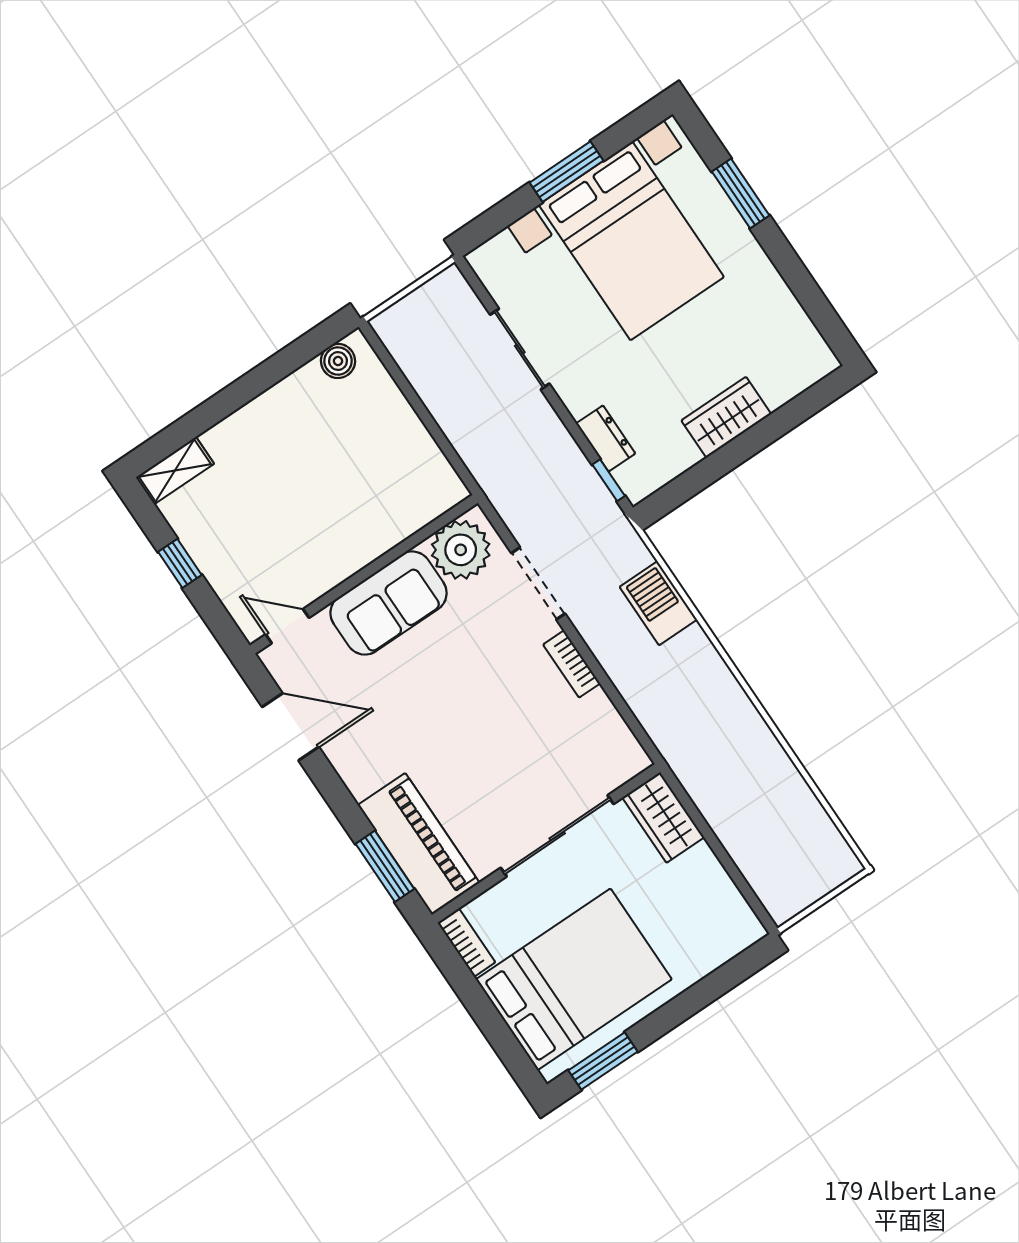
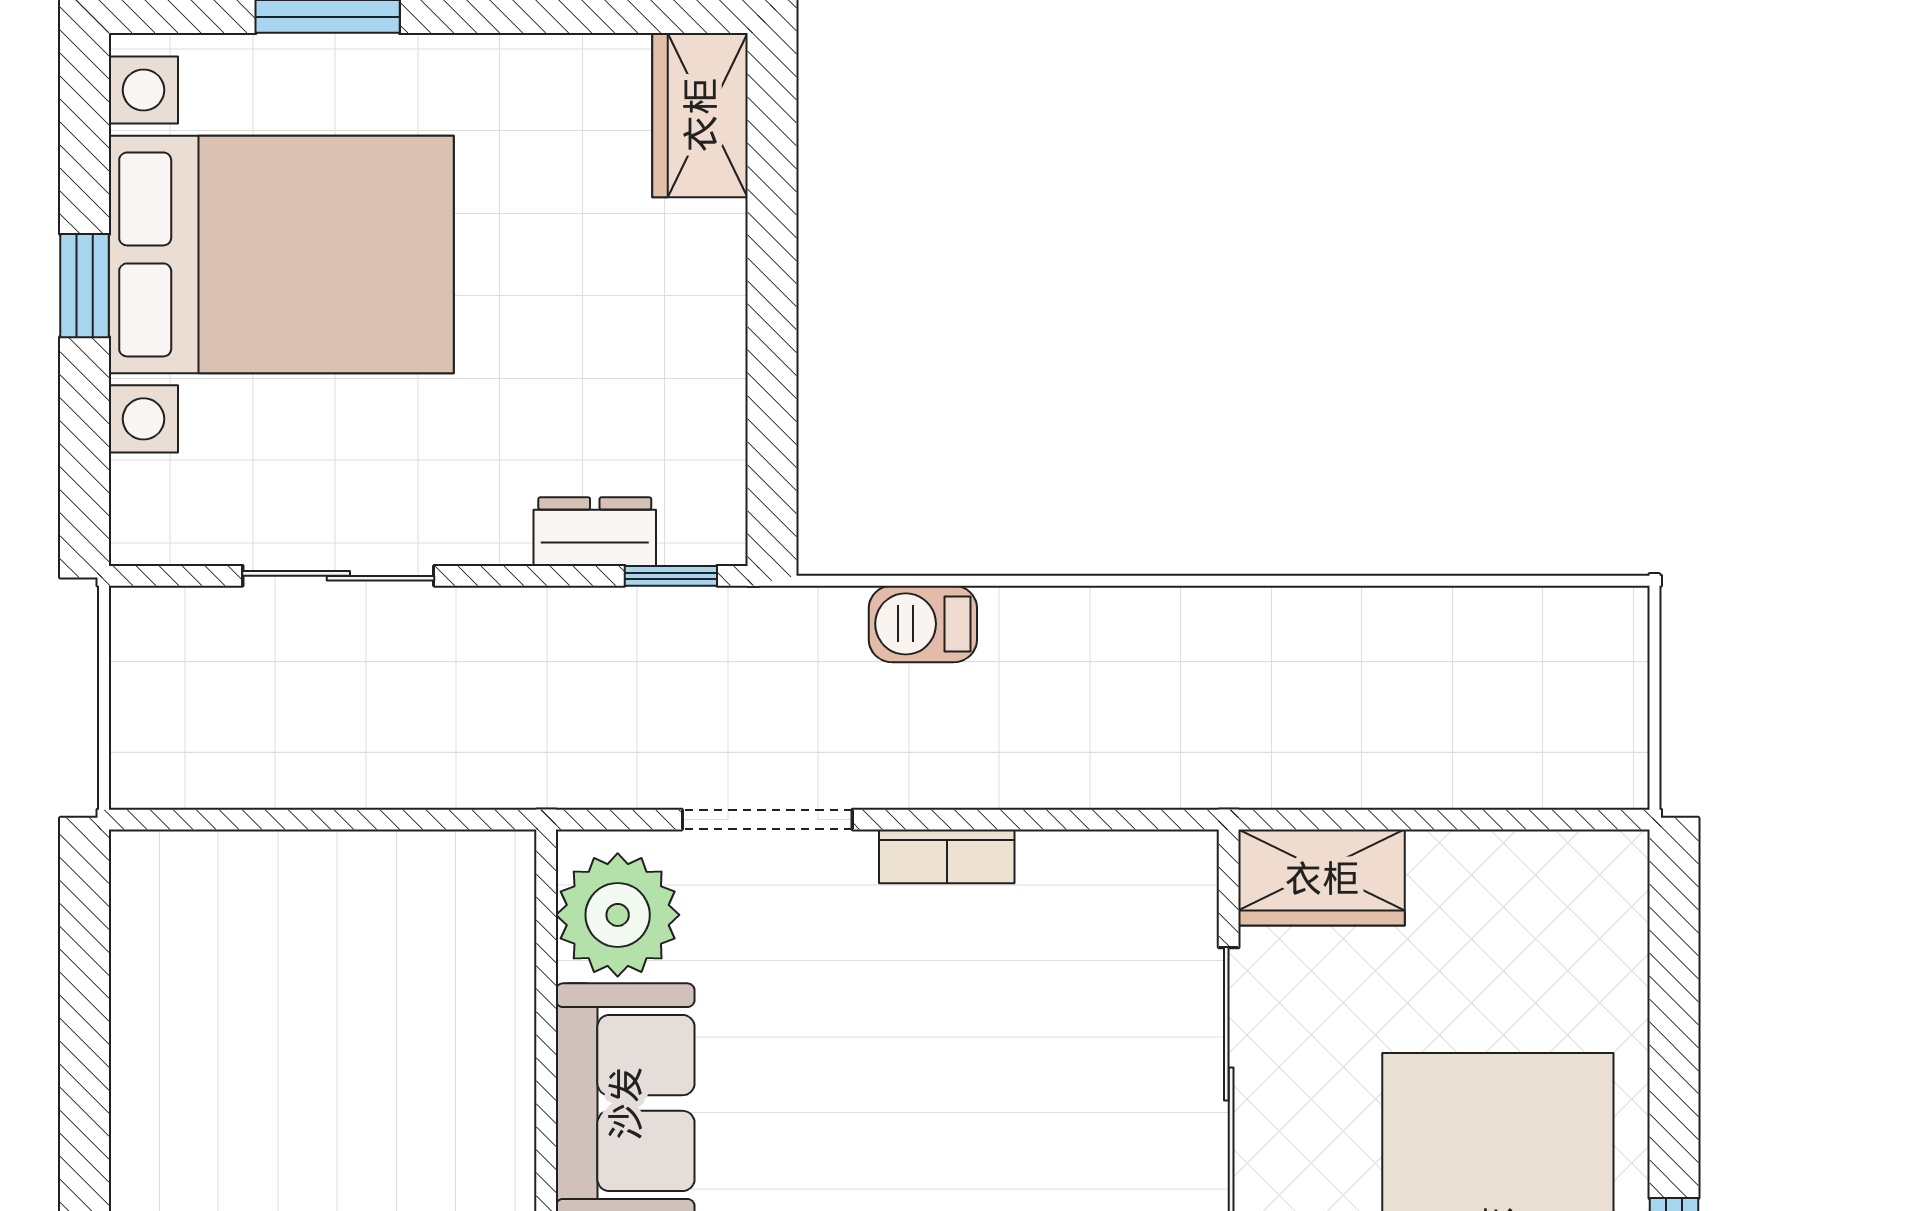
window: (566, 172) -> (85, 286), width x0.67
boiler: (338, 361) -> (145, 906), removed
wardrobe: (726, 417) -> (700, 115), moved
barbecue: (658, 603) -> (923, 624), width x0.73, depth x0.79

